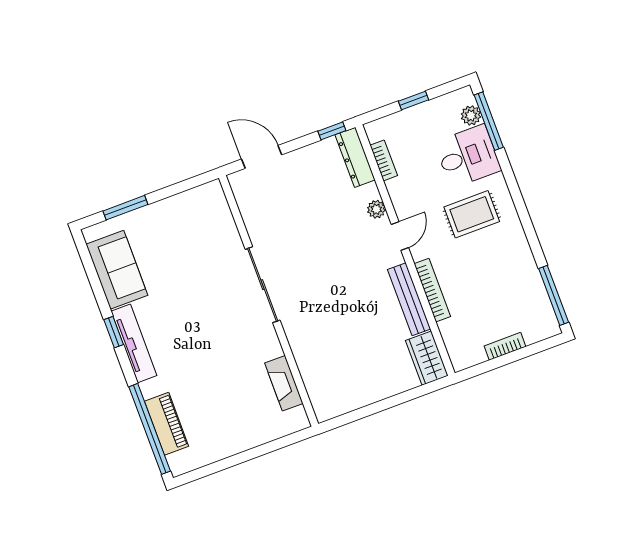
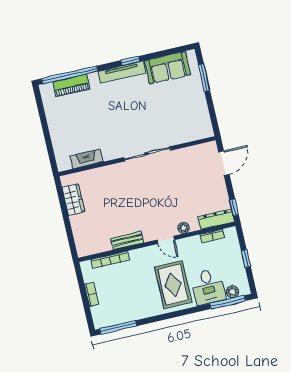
rug: (472, 214) -> (173, 285), width x1.36, depth x1.43
bookcase: (432, 290) -> (110, 260), moved
bench: (409, 299) -> (127, 240), width x0.73
wardrobe: (427, 358) -> (73, 200), moved, turned 90

